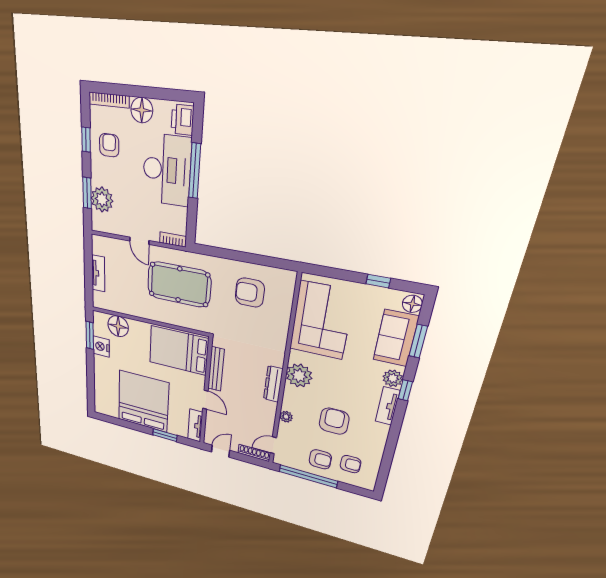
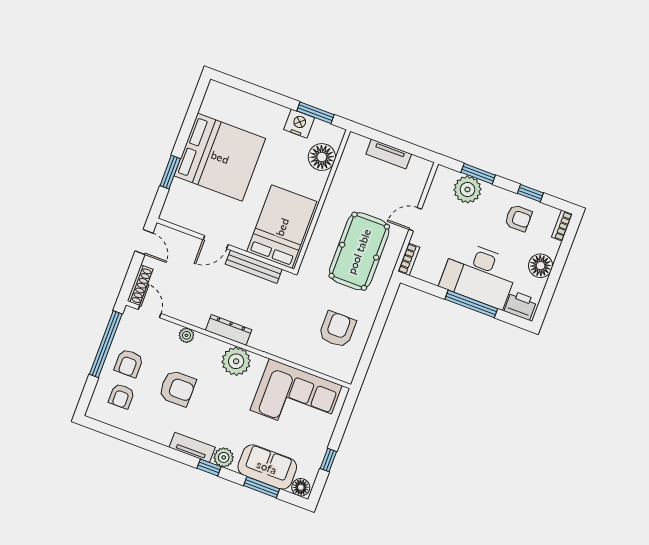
bookcase: (109, 100) -> (562, 226), width x0.64
tv unit: (195, 426) -> (181, 218), removed

